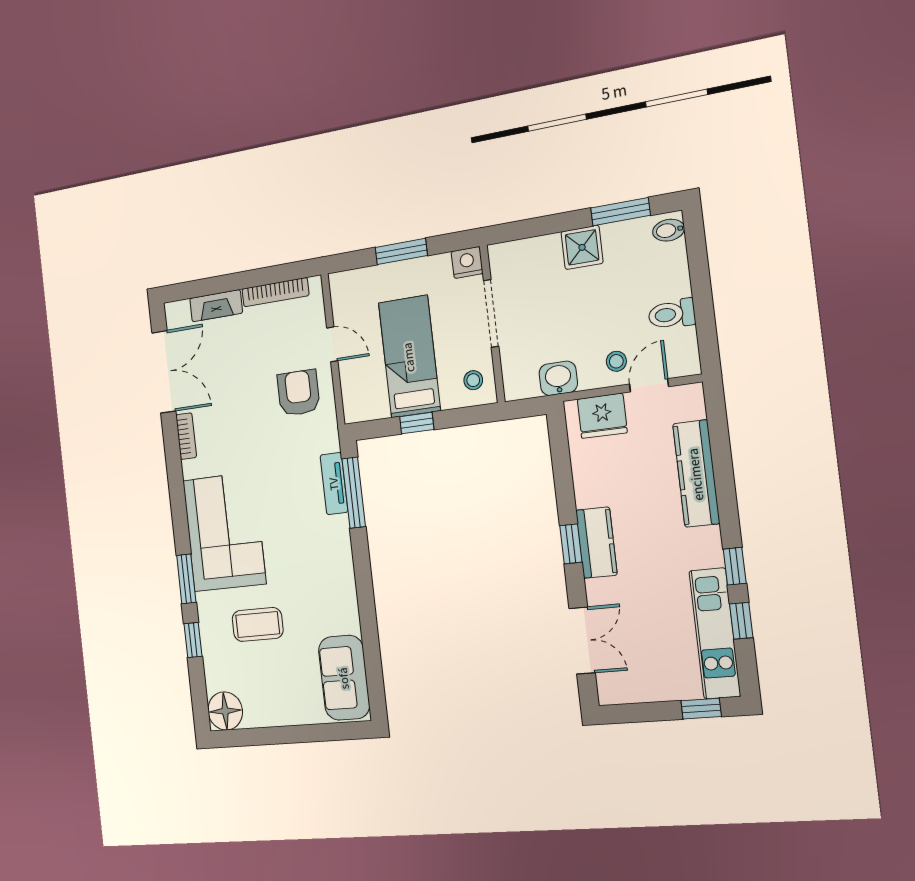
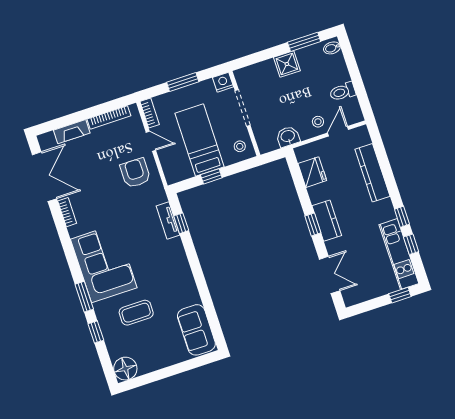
bookcase: (339, 296) -> (150, 113), added
fridge: (602, 416) -> (312, 172), moved, turned -90
window: (354, 493) -> (181, 223), width x0.46

